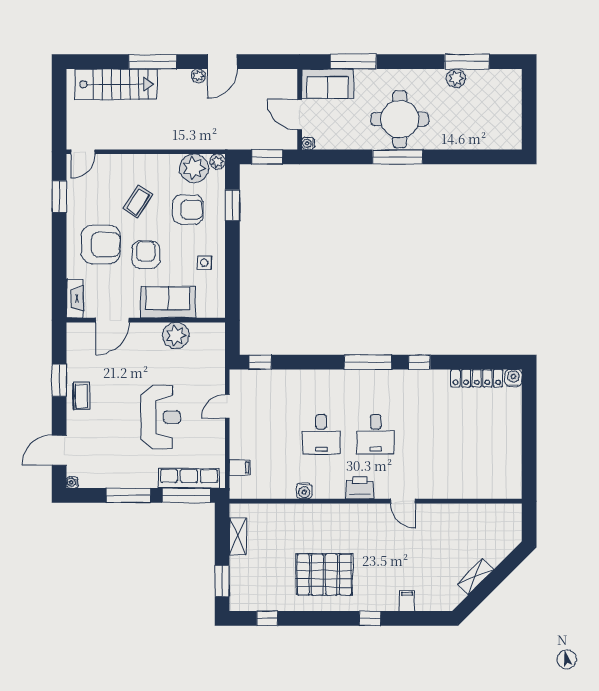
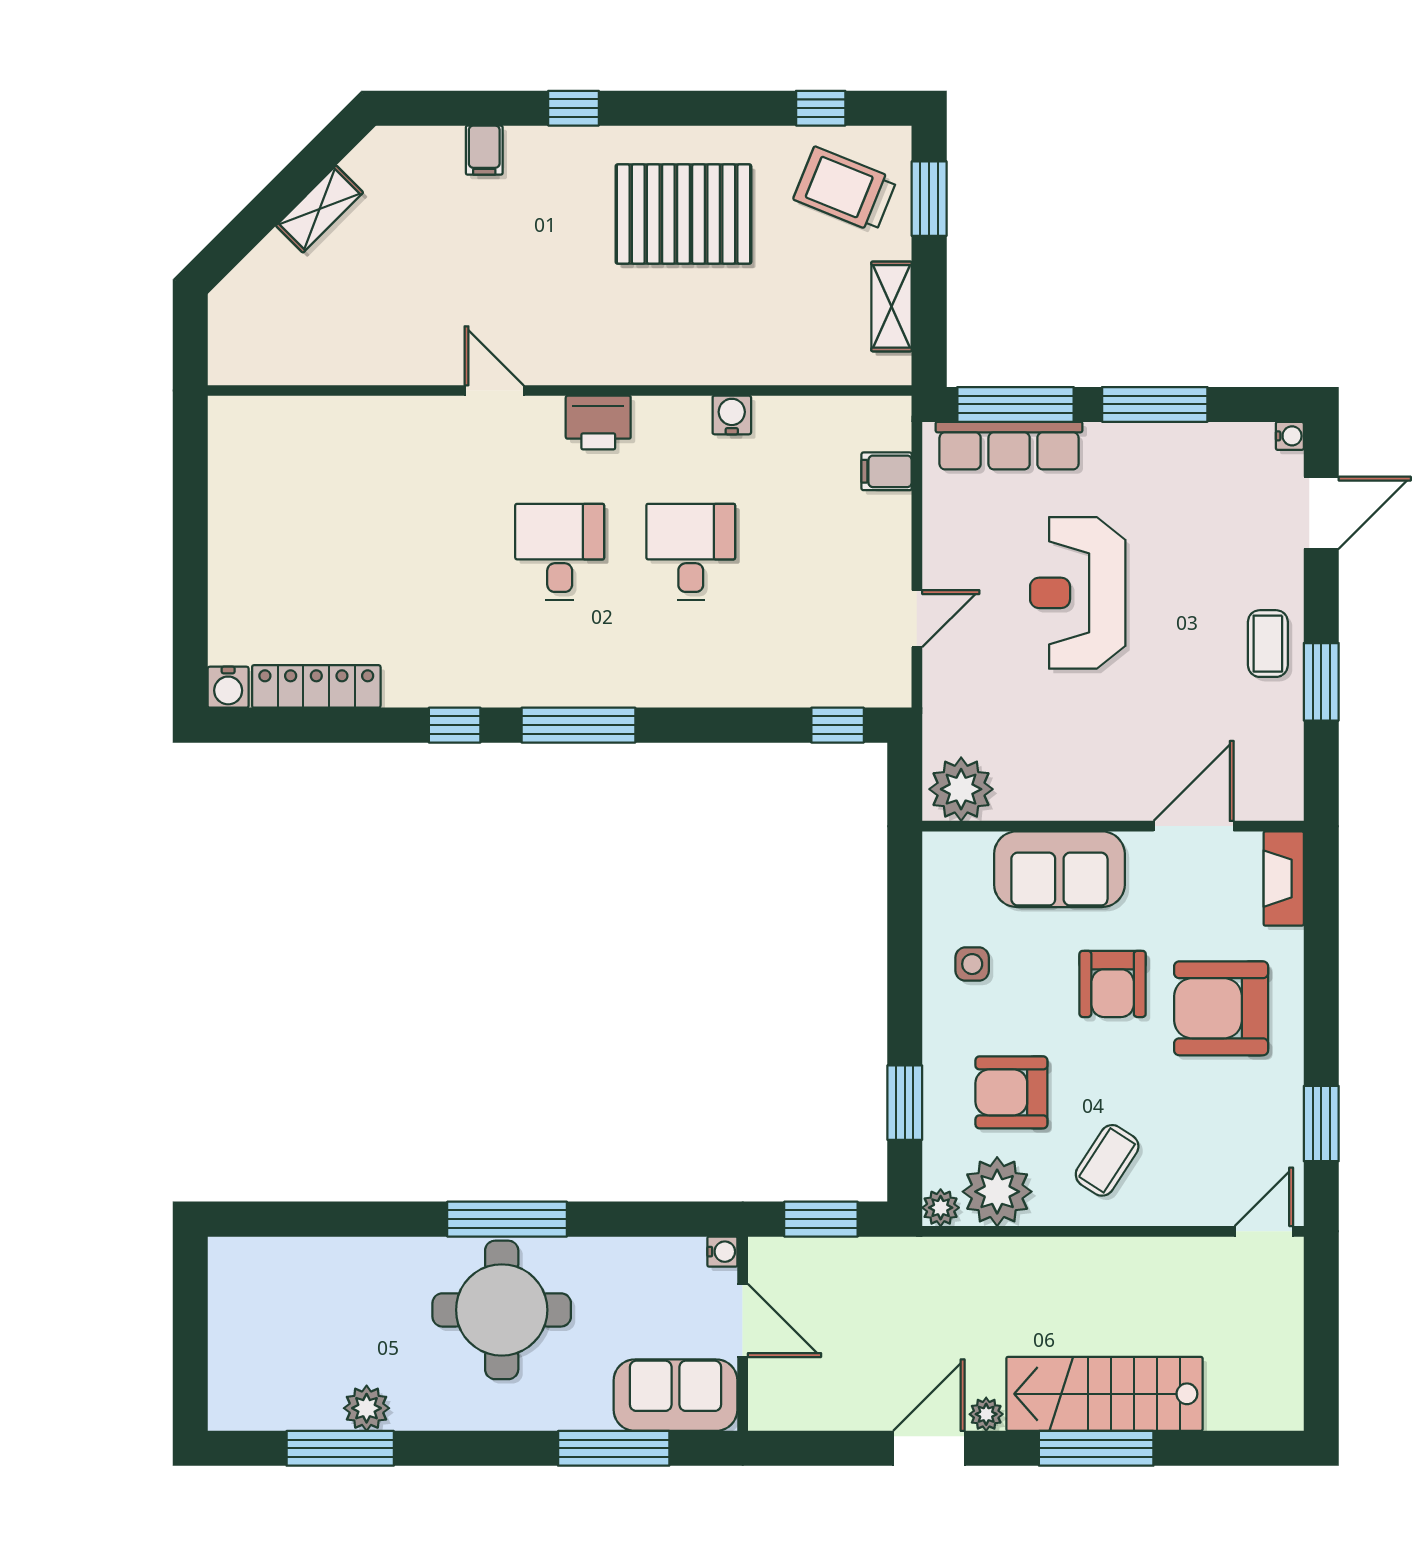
stairs: (116, 84) -> (1104, 1394), moved
coffee table: (138, 202) -> (1107, 1160), moved
plant: (176, 336) -> (961, 789), moved
trolley: (257, 585) -> (845, 189), added

